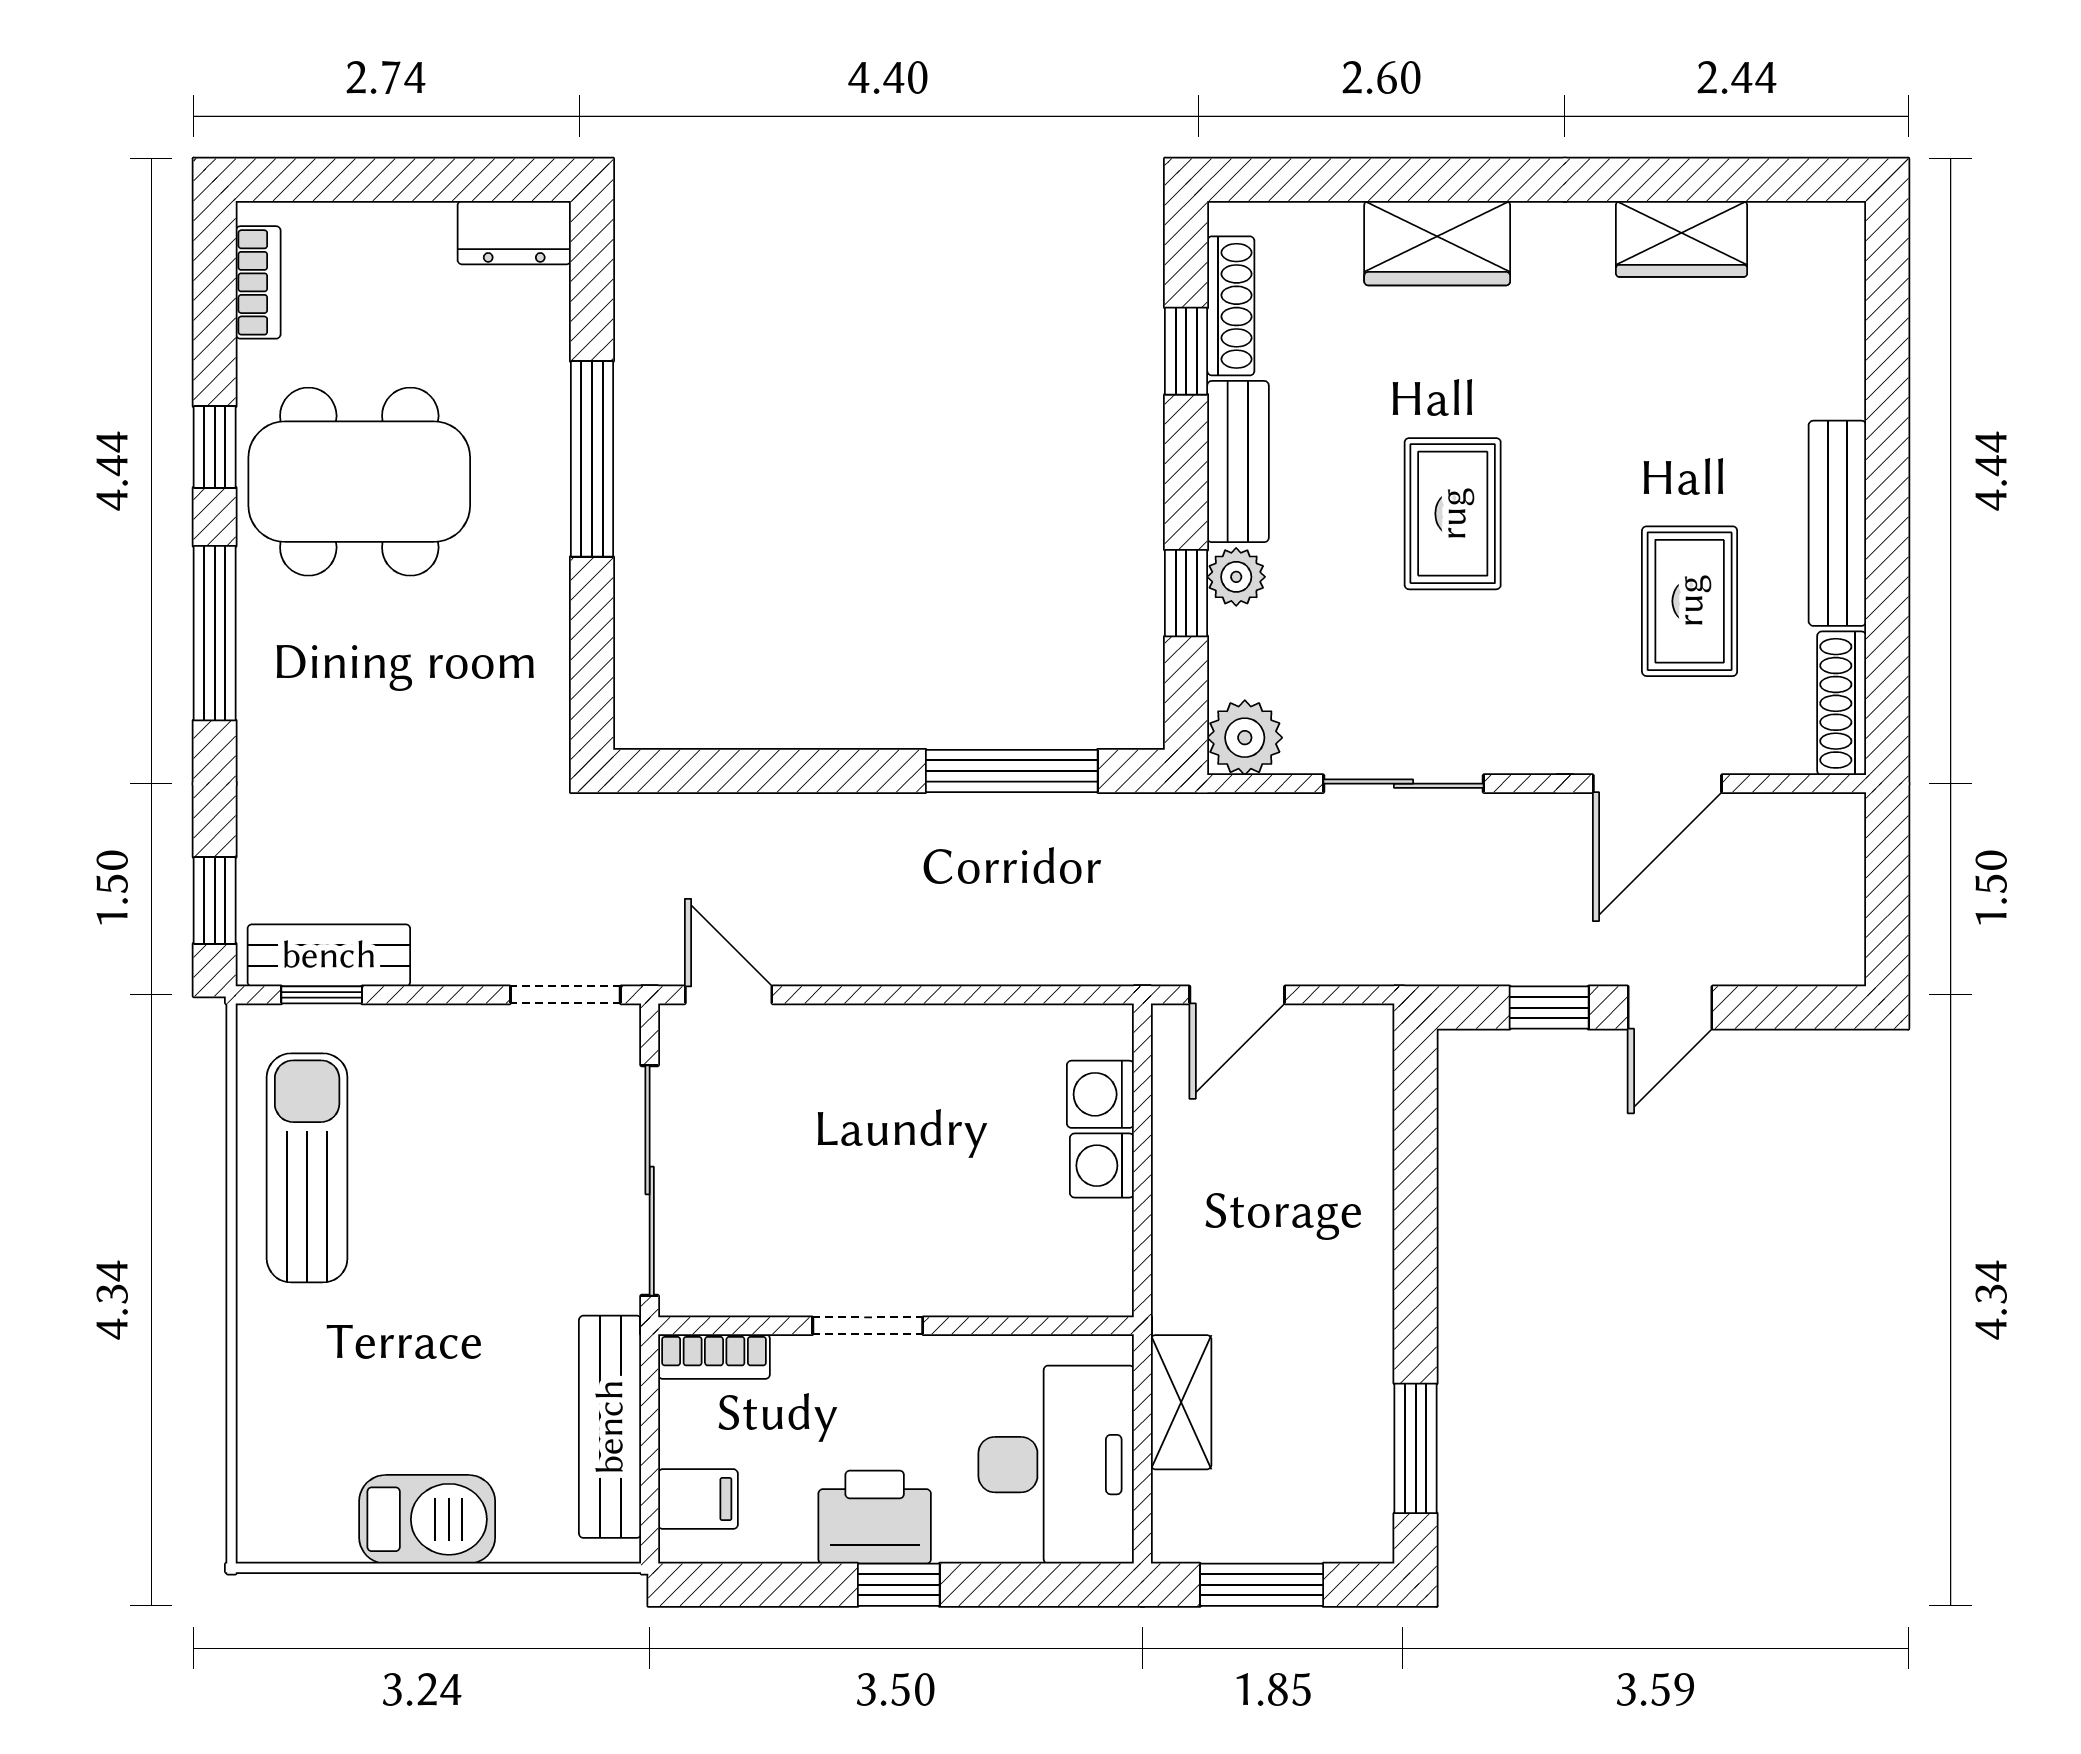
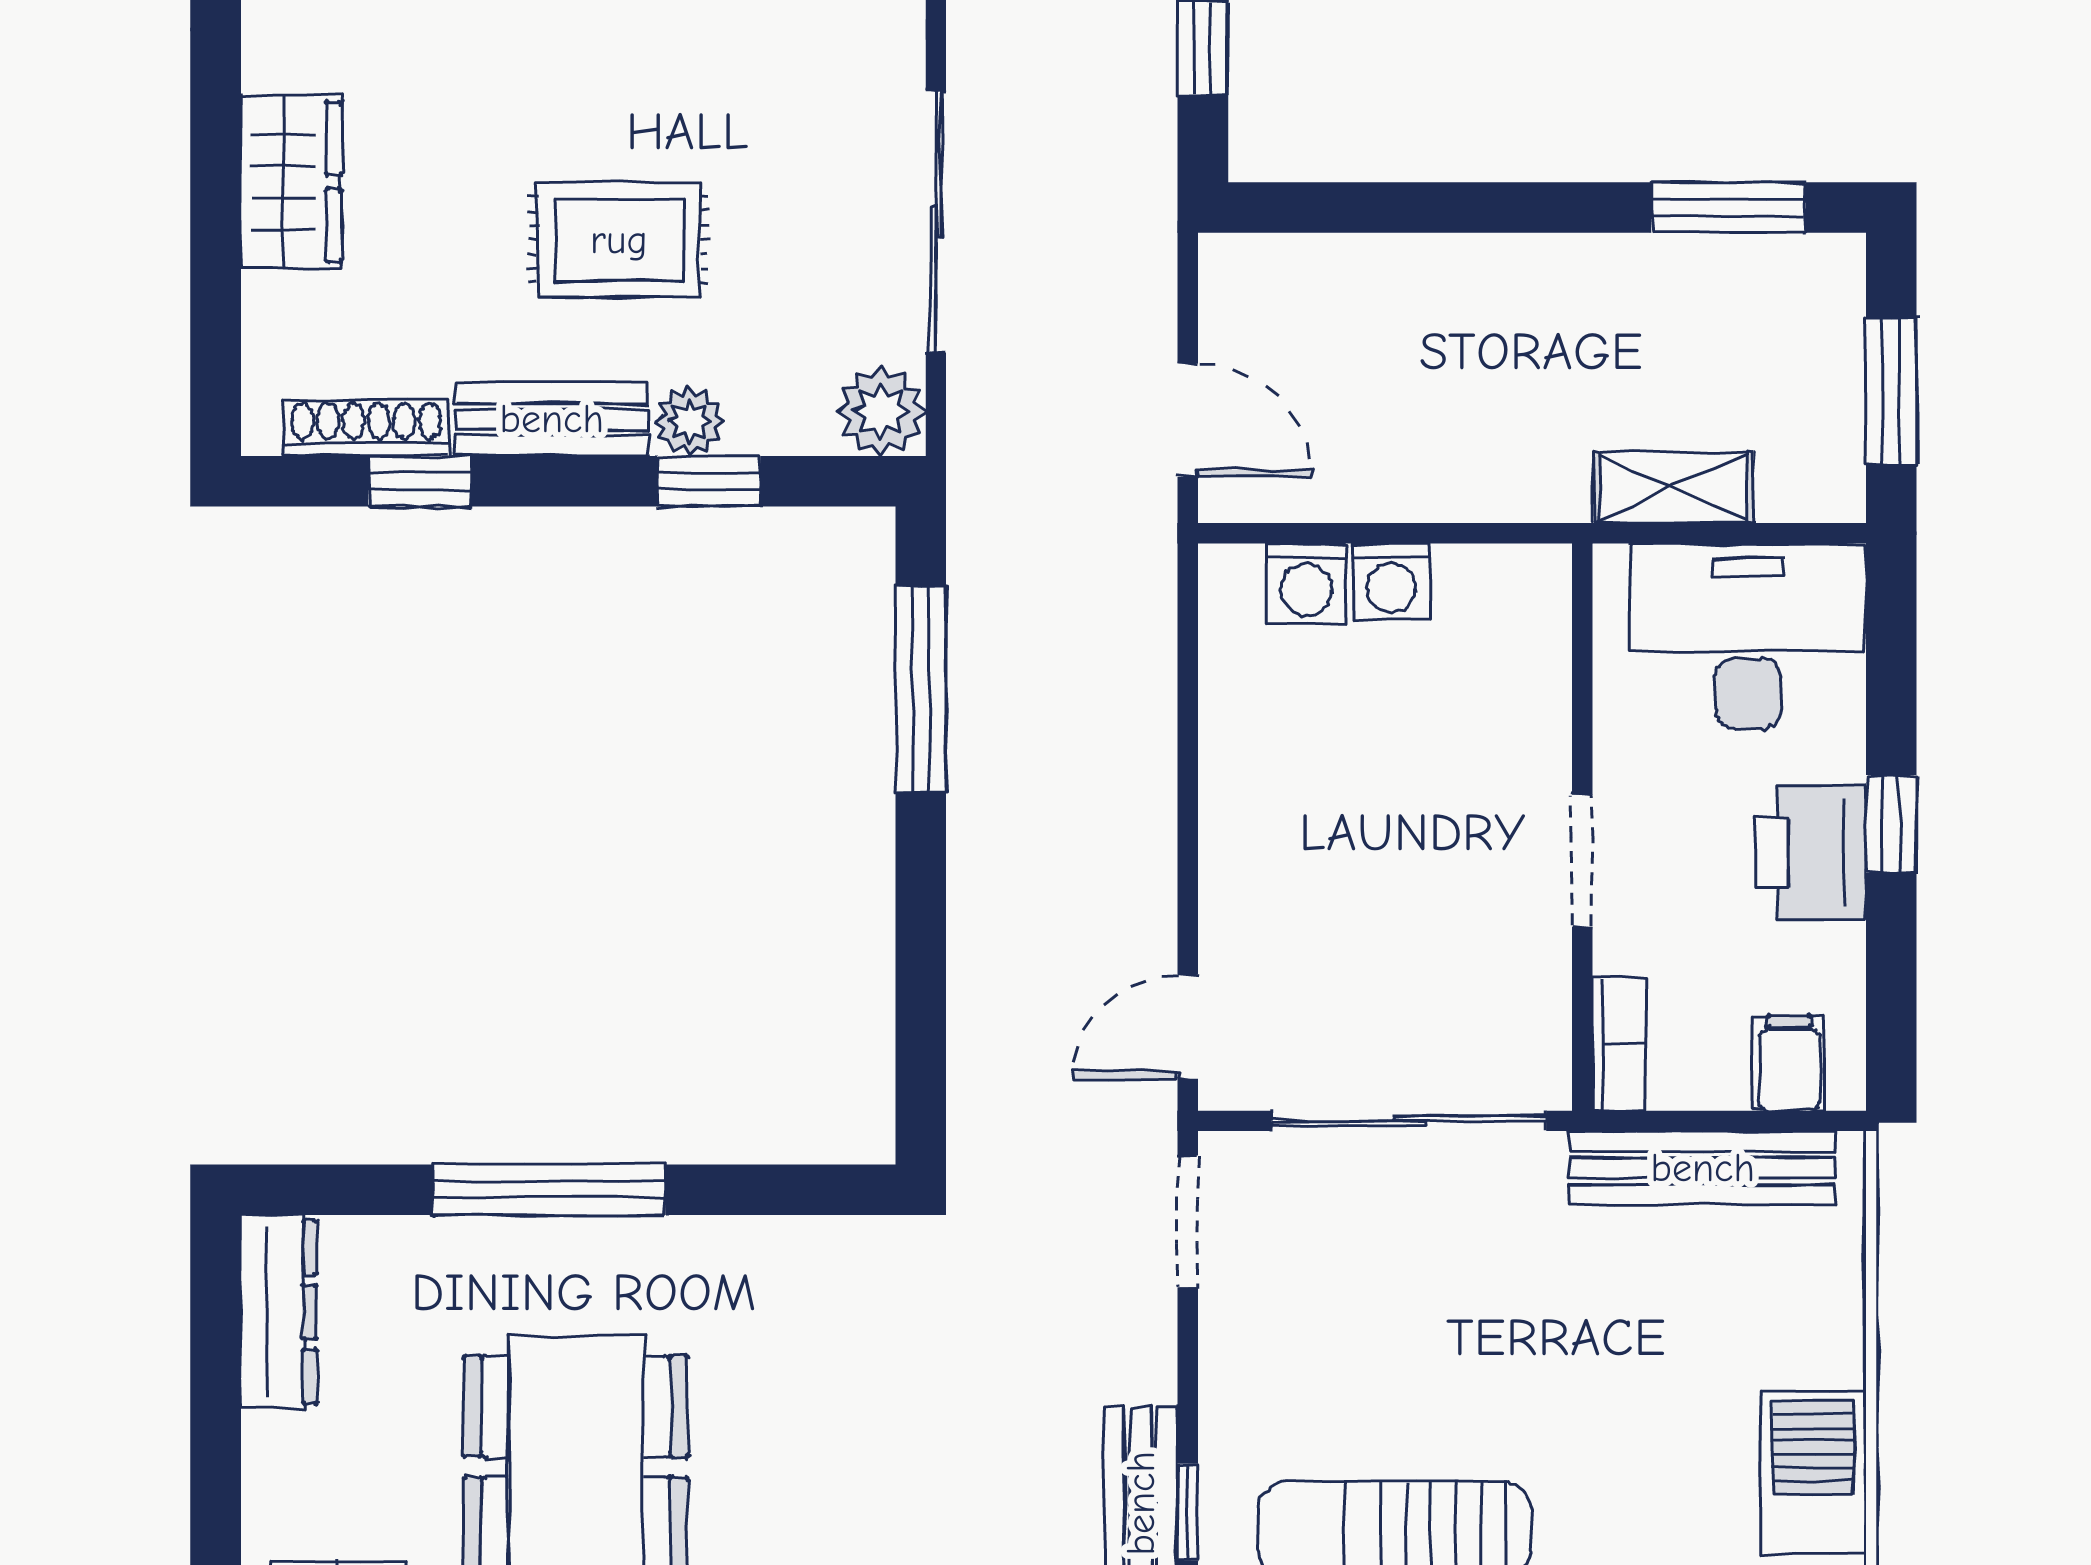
dresser: (514, 233) -> (279, 1312), width x1.44
rug: (1453, 514) -> (619, 240), moved
sliding door: (1404, 784) -> (936, 222), width x1.37
barbecue: (427, 1519) -> (1813, 1472), moved

